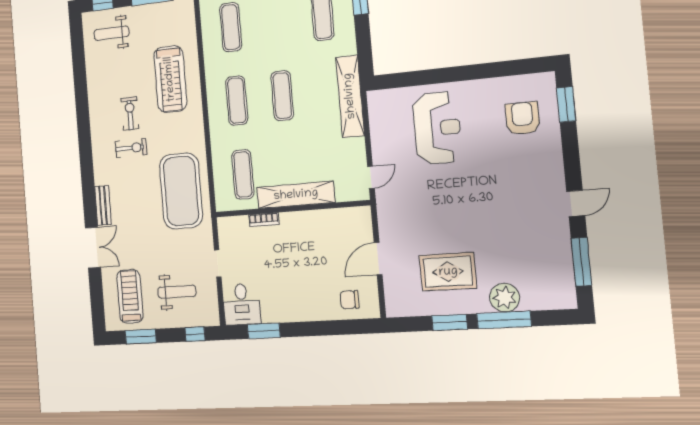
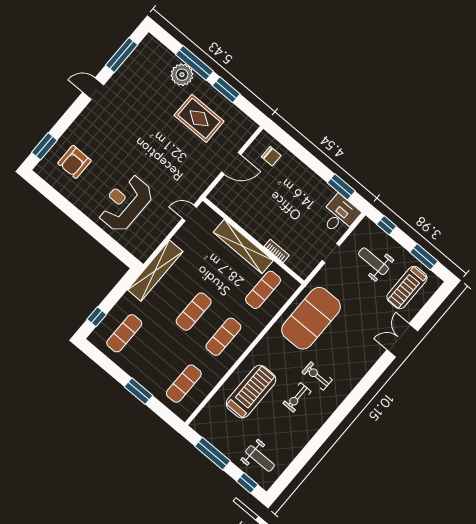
bench: (103, 205) -> (370, 359), removed

